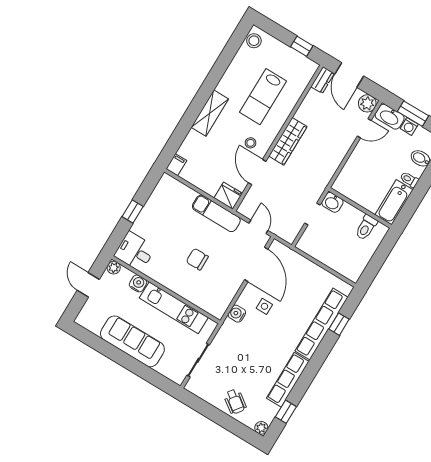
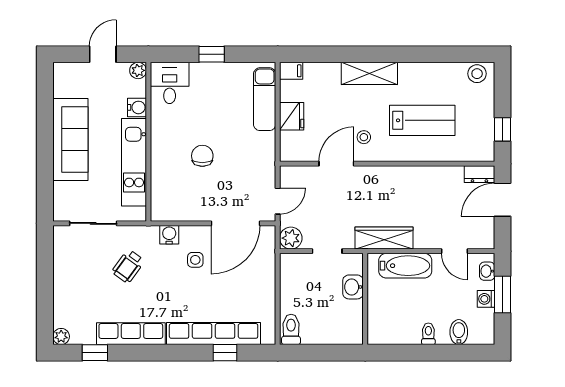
lab bench: (263, 97) -> (422, 120), turned 180
plant: (367, 103) -> (291, 238), moved
washbasin: (390, 117) -> (487, 271), width x0.52, depth x0.69
wardrobe: (288, 141) -> (384, 238), moved, turned 180
fridge: (228, 196) -> (292, 116), moved
washbasin: (332, 202) -> (353, 287), moved
bathtub: (394, 202) -> (405, 266), moved, turned 180
exam couch: (216, 213) -> (265, 99), moved
toilet: (366, 227) -> (291, 329), moved, turned 90
wheelchair: (235, 401) -> (128, 266), moved

